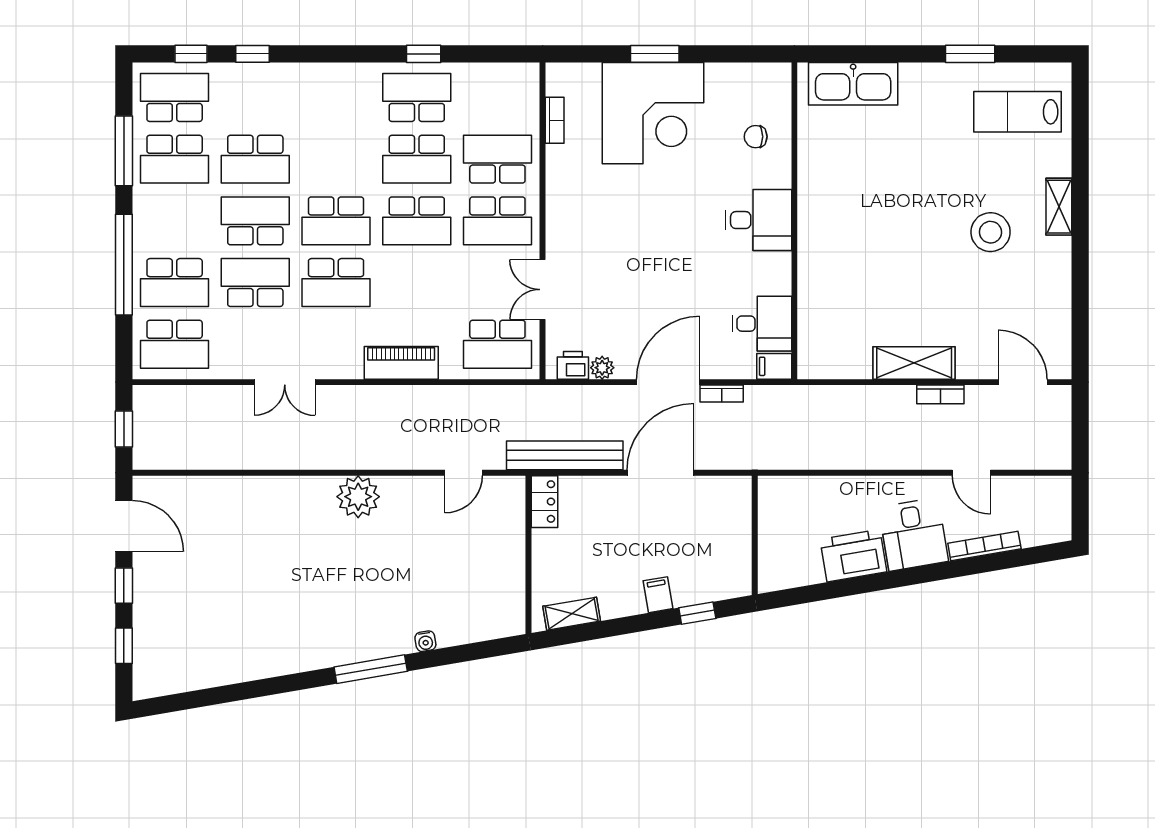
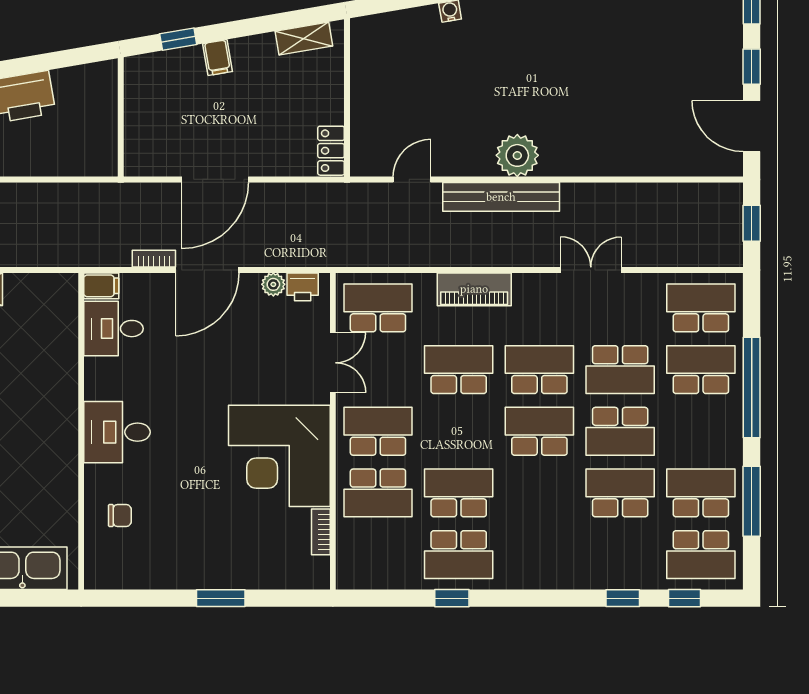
corner desk: (653, 113) -> (279, 456), moved, turned -90
school desk: (417, 221) -> (459, 370), moved
bench: (565, 455) -> (501, 197), moved

